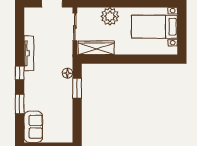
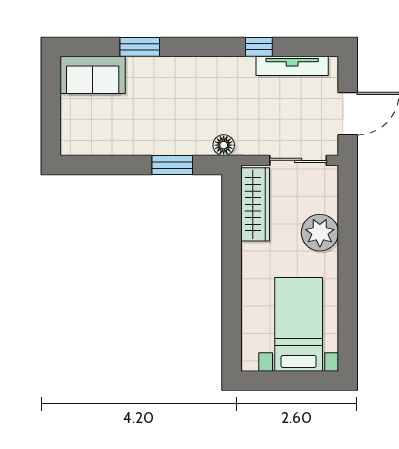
tv unit: (29, 53) -> (292, 66), moved
window: (20, 73) -> (259, 47), moved
floor lamp: (67, 73) -> (224, 145), moved

